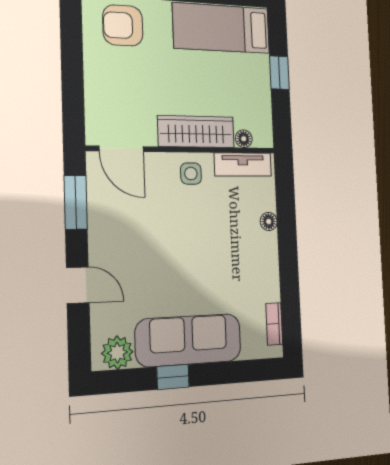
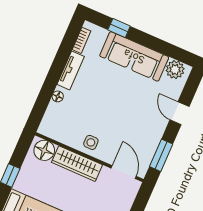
floor lamp: (244, 139) -> (44, 150), width x1.89, depth x1.89
tv unit: (243, 165) -> (71, 70), moved, turned 90
window: (173, 377) -> (119, 28), moved

